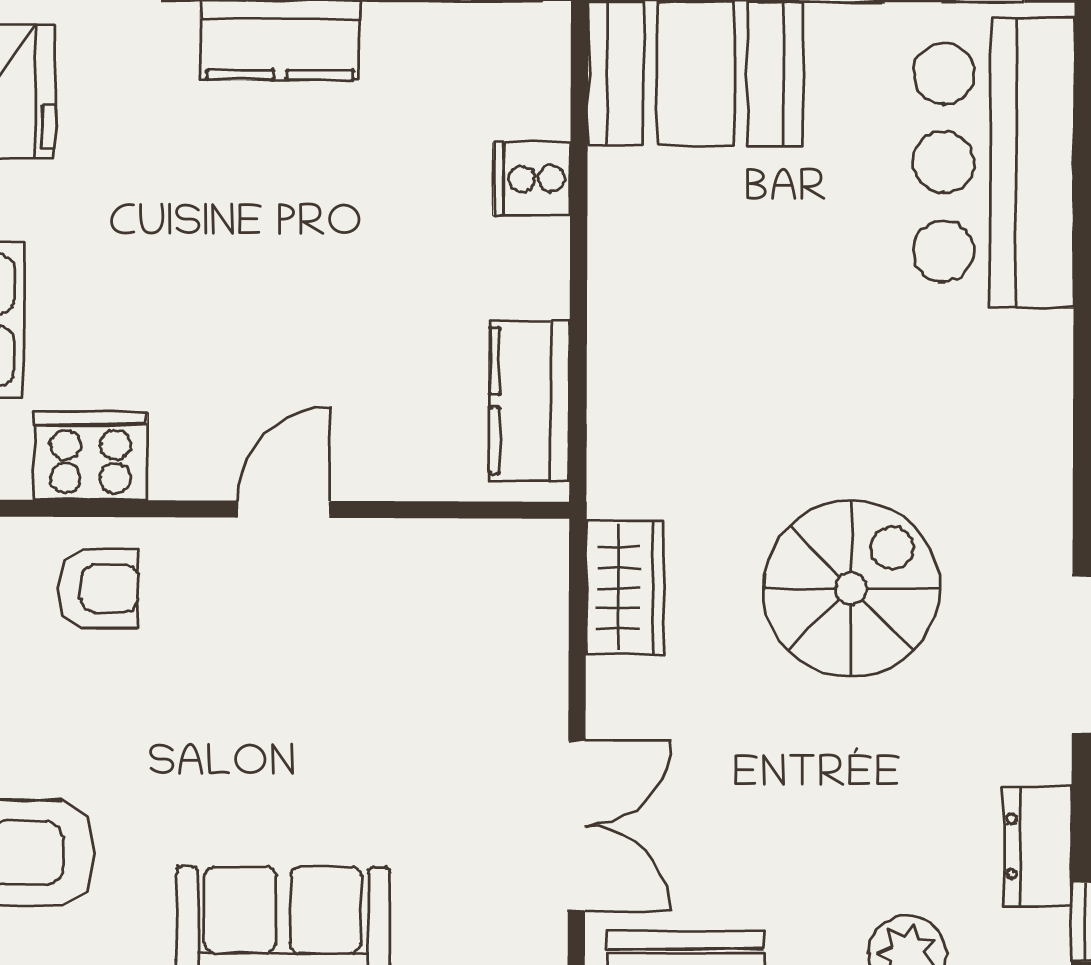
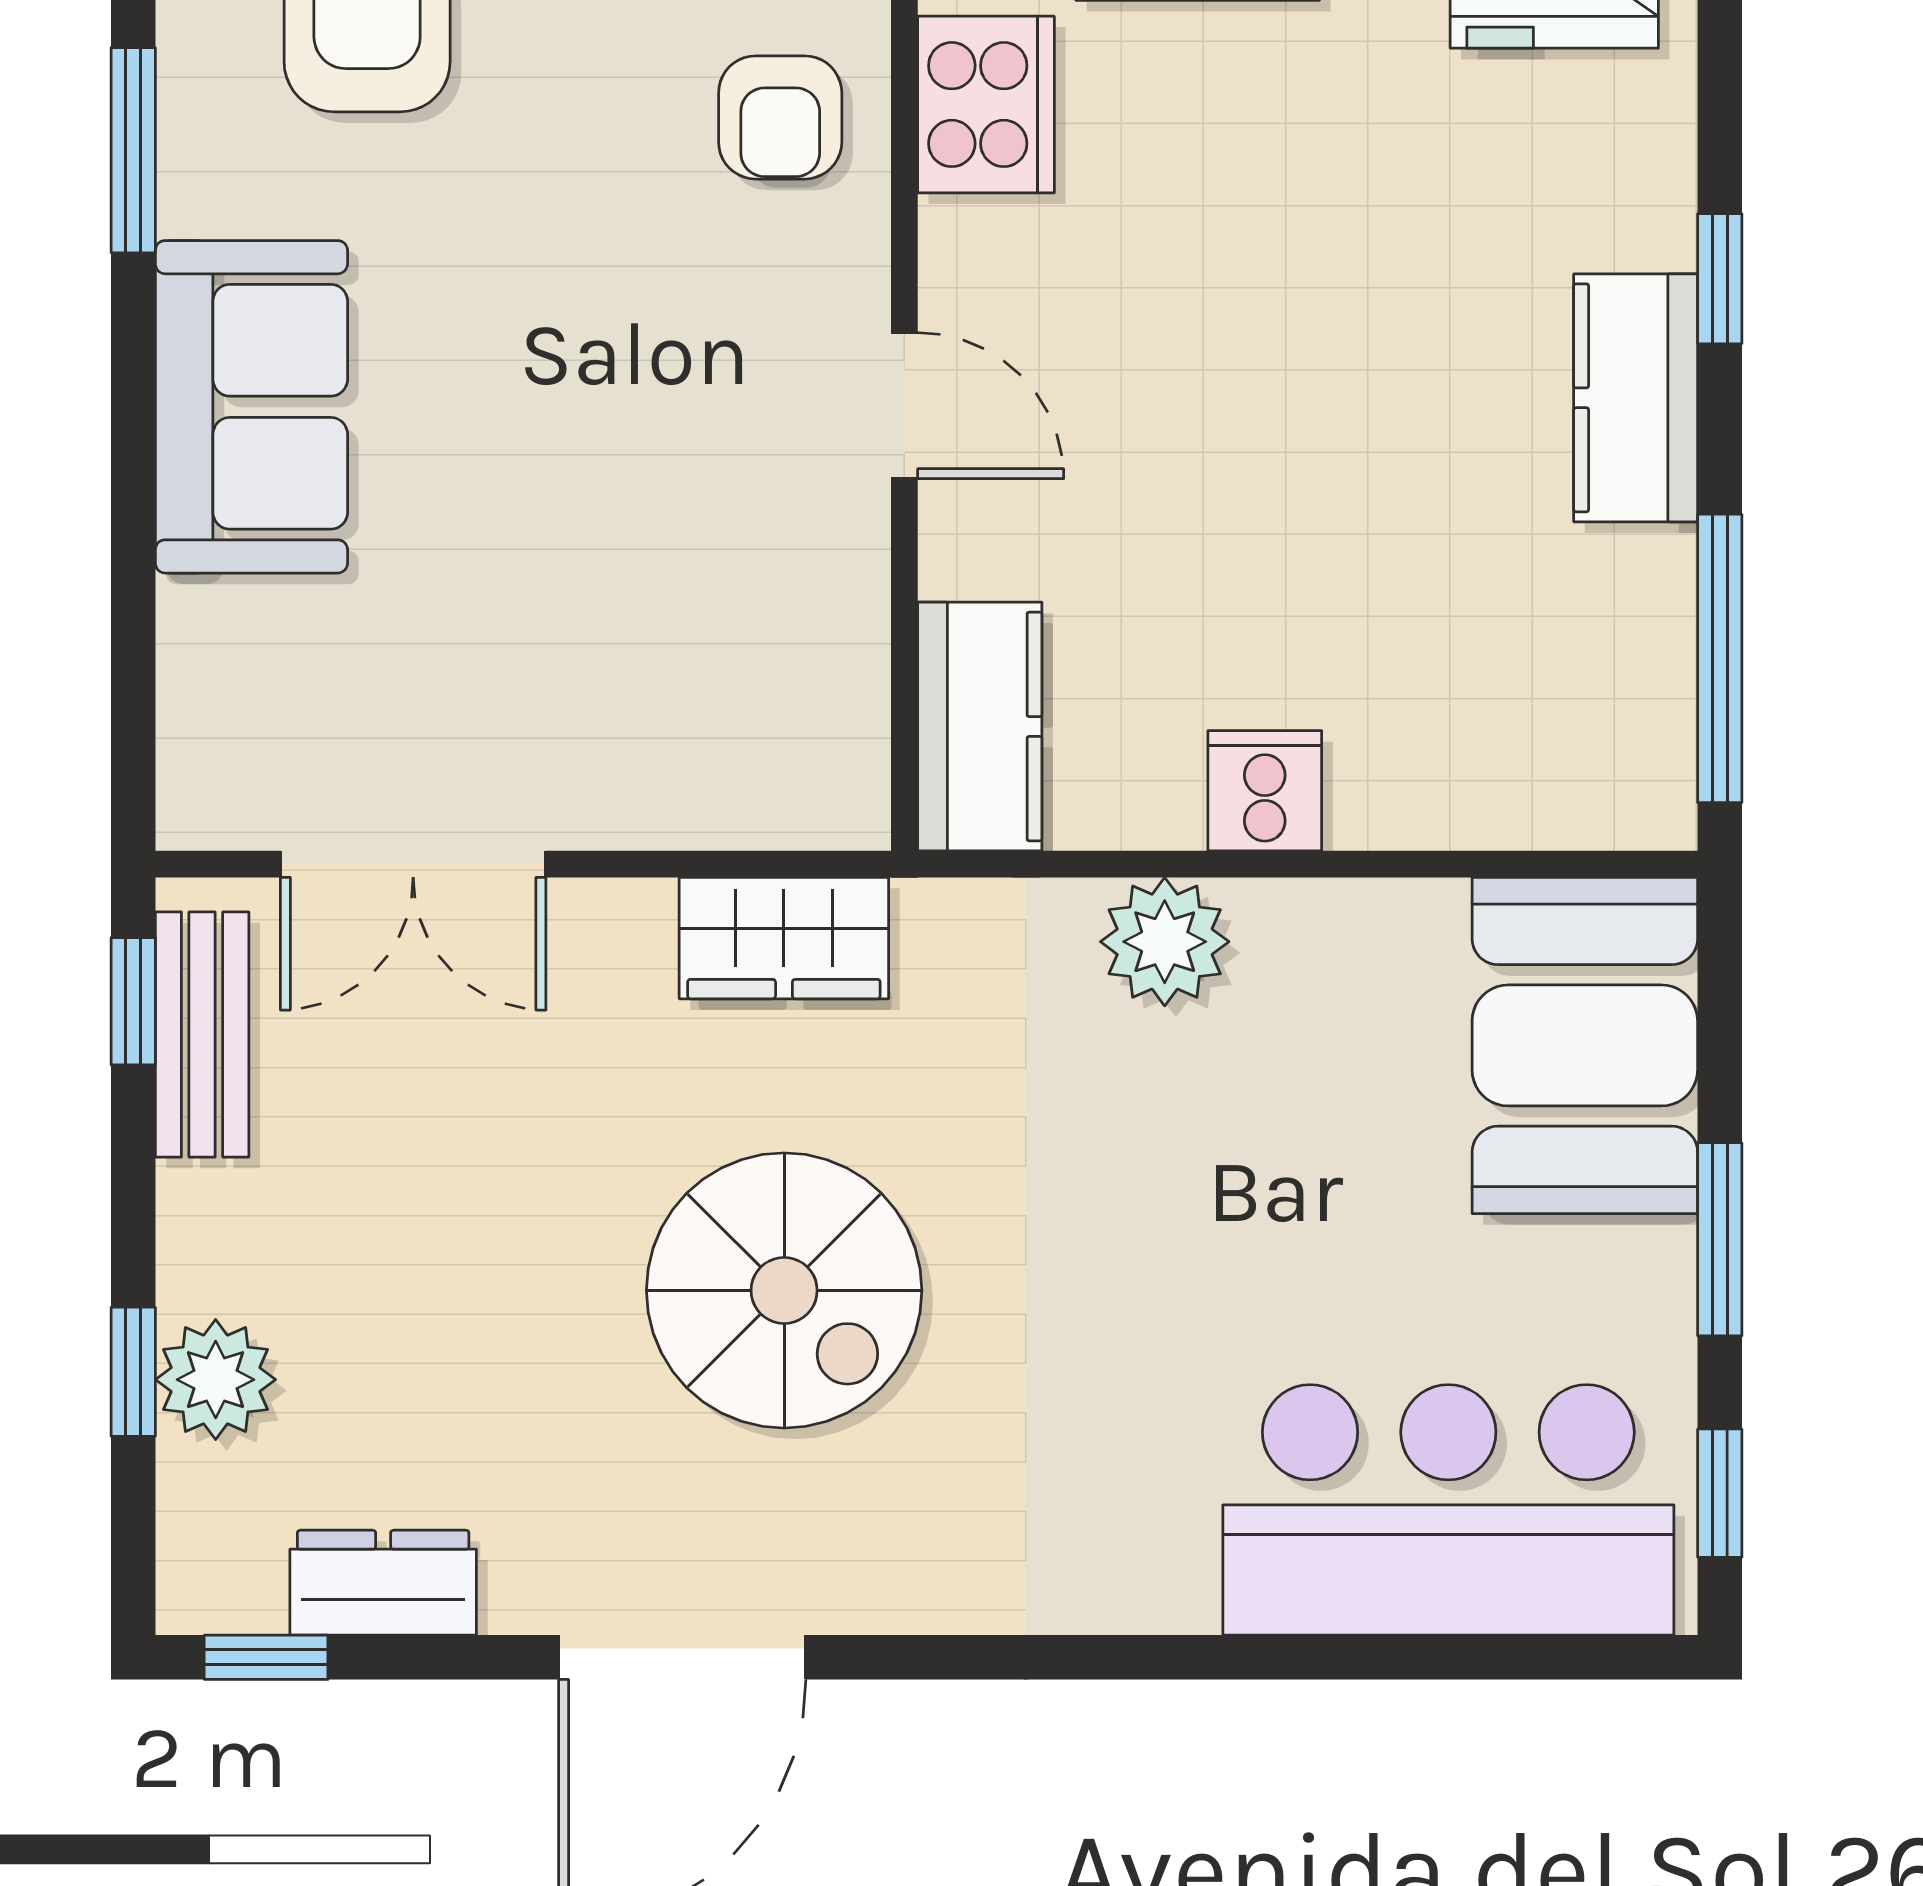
cooker: (532, 179) -> (1265, 791), moved
plant: (628, 343) -> (1165, 942), added
kitchen counter: (530, 401) -> (980, 727), moved, turned 90

